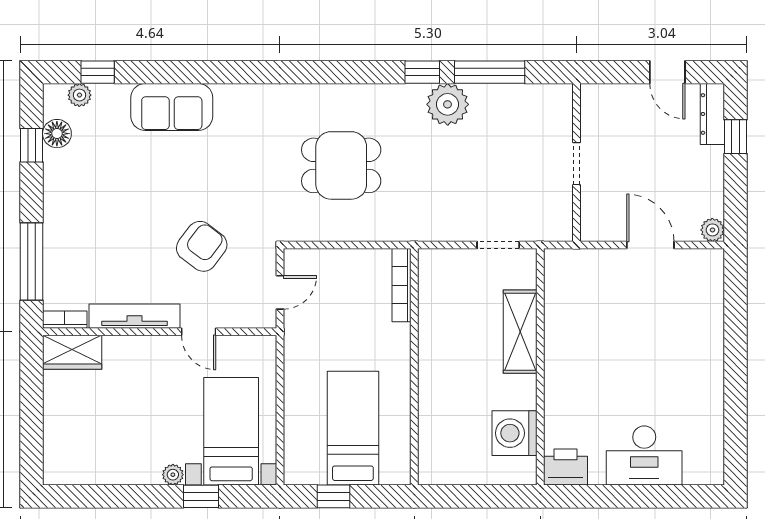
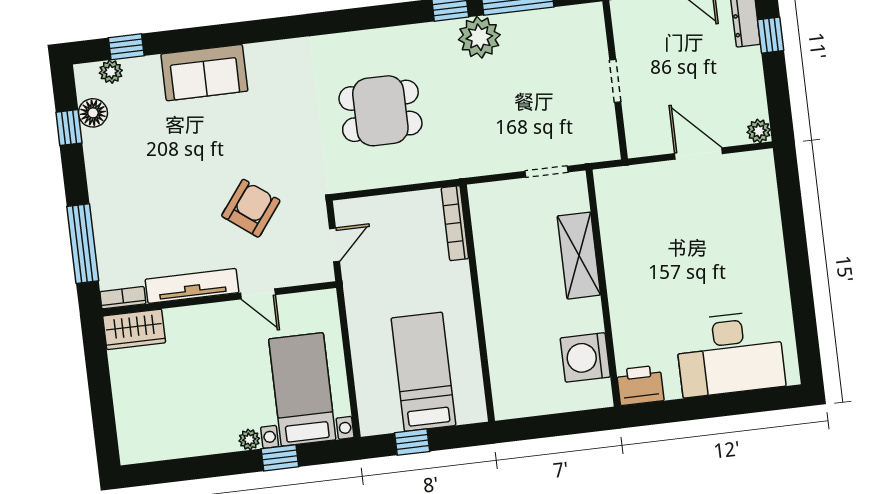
desk: (644, 455) -> (730, 354), width x1.36, depth x1.30

